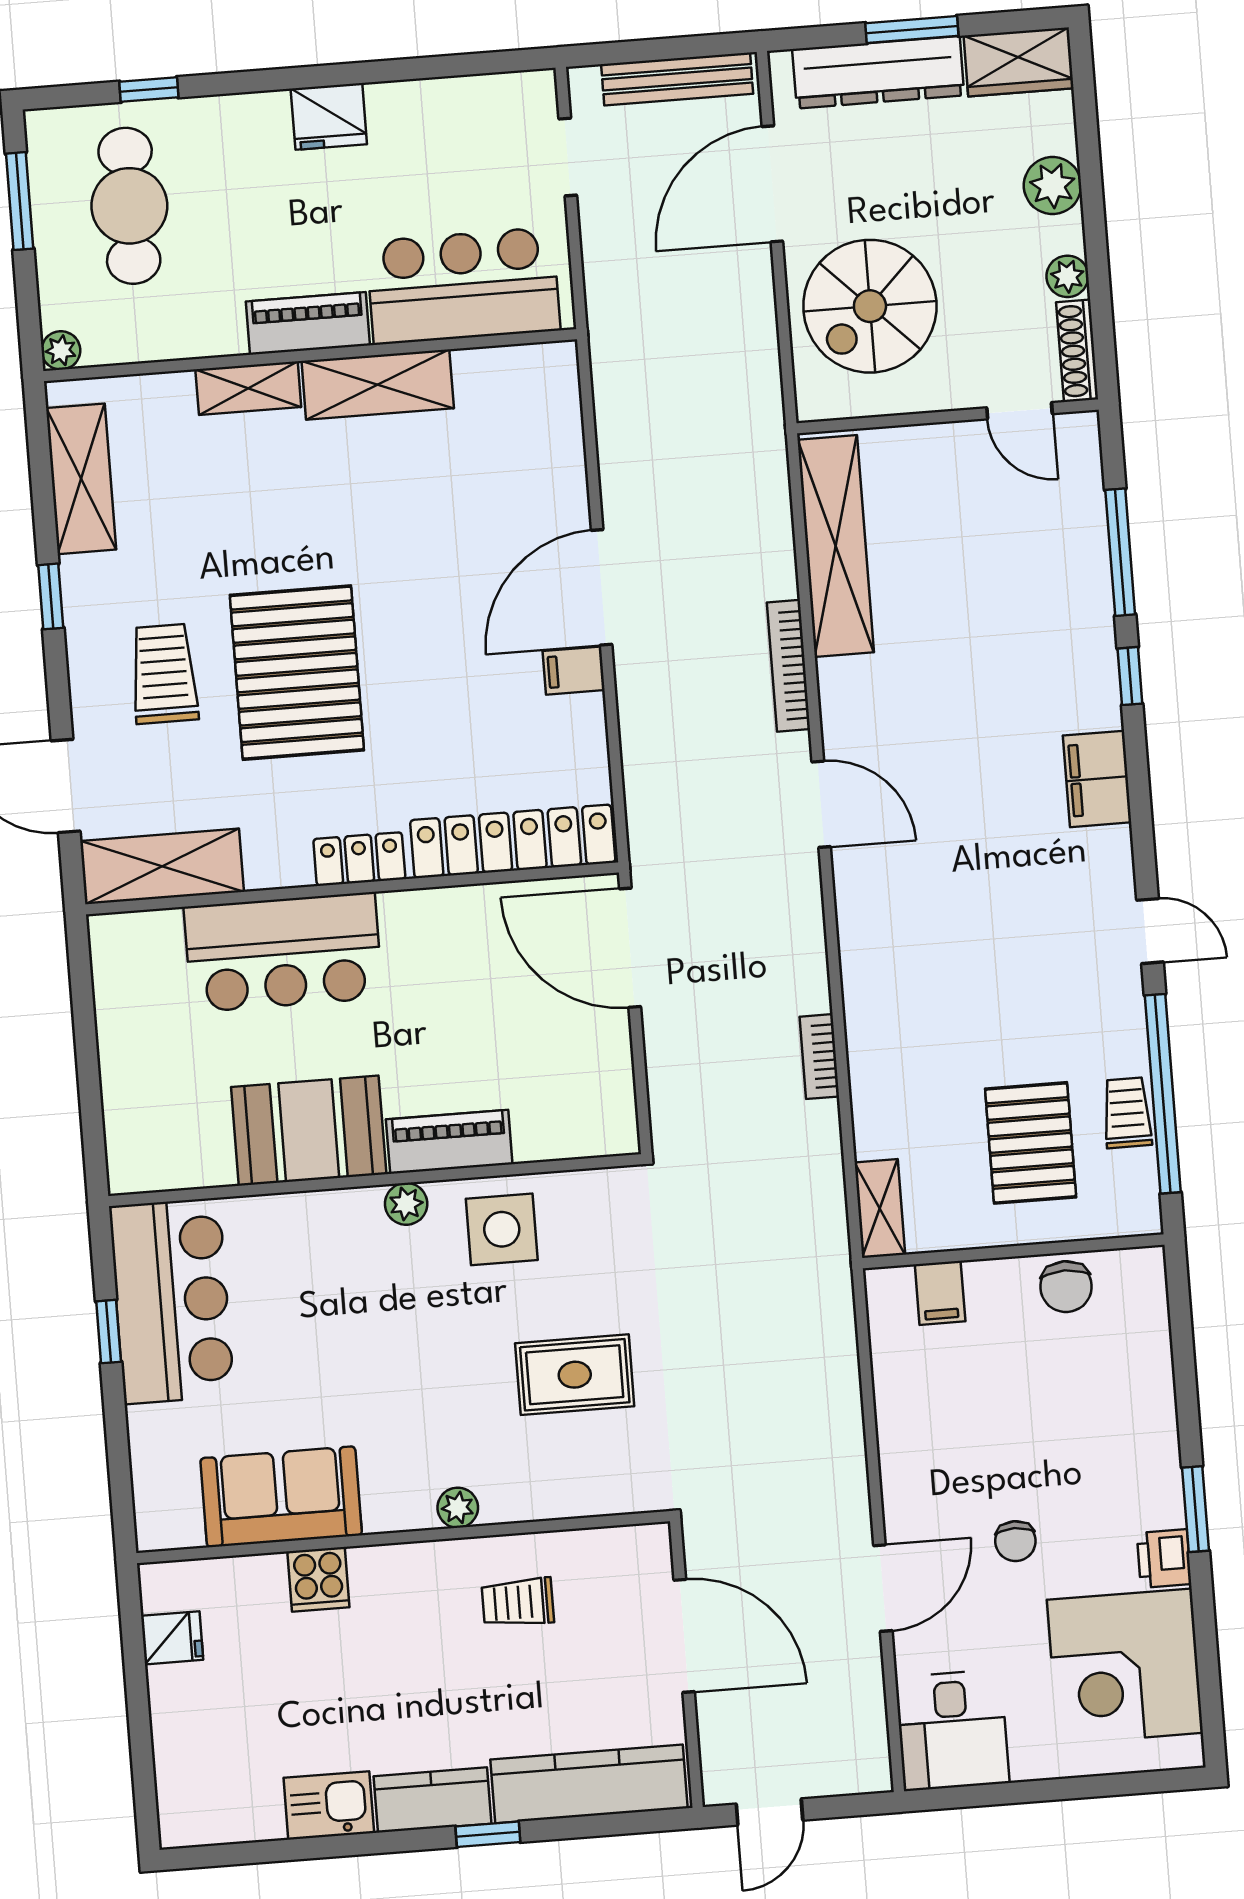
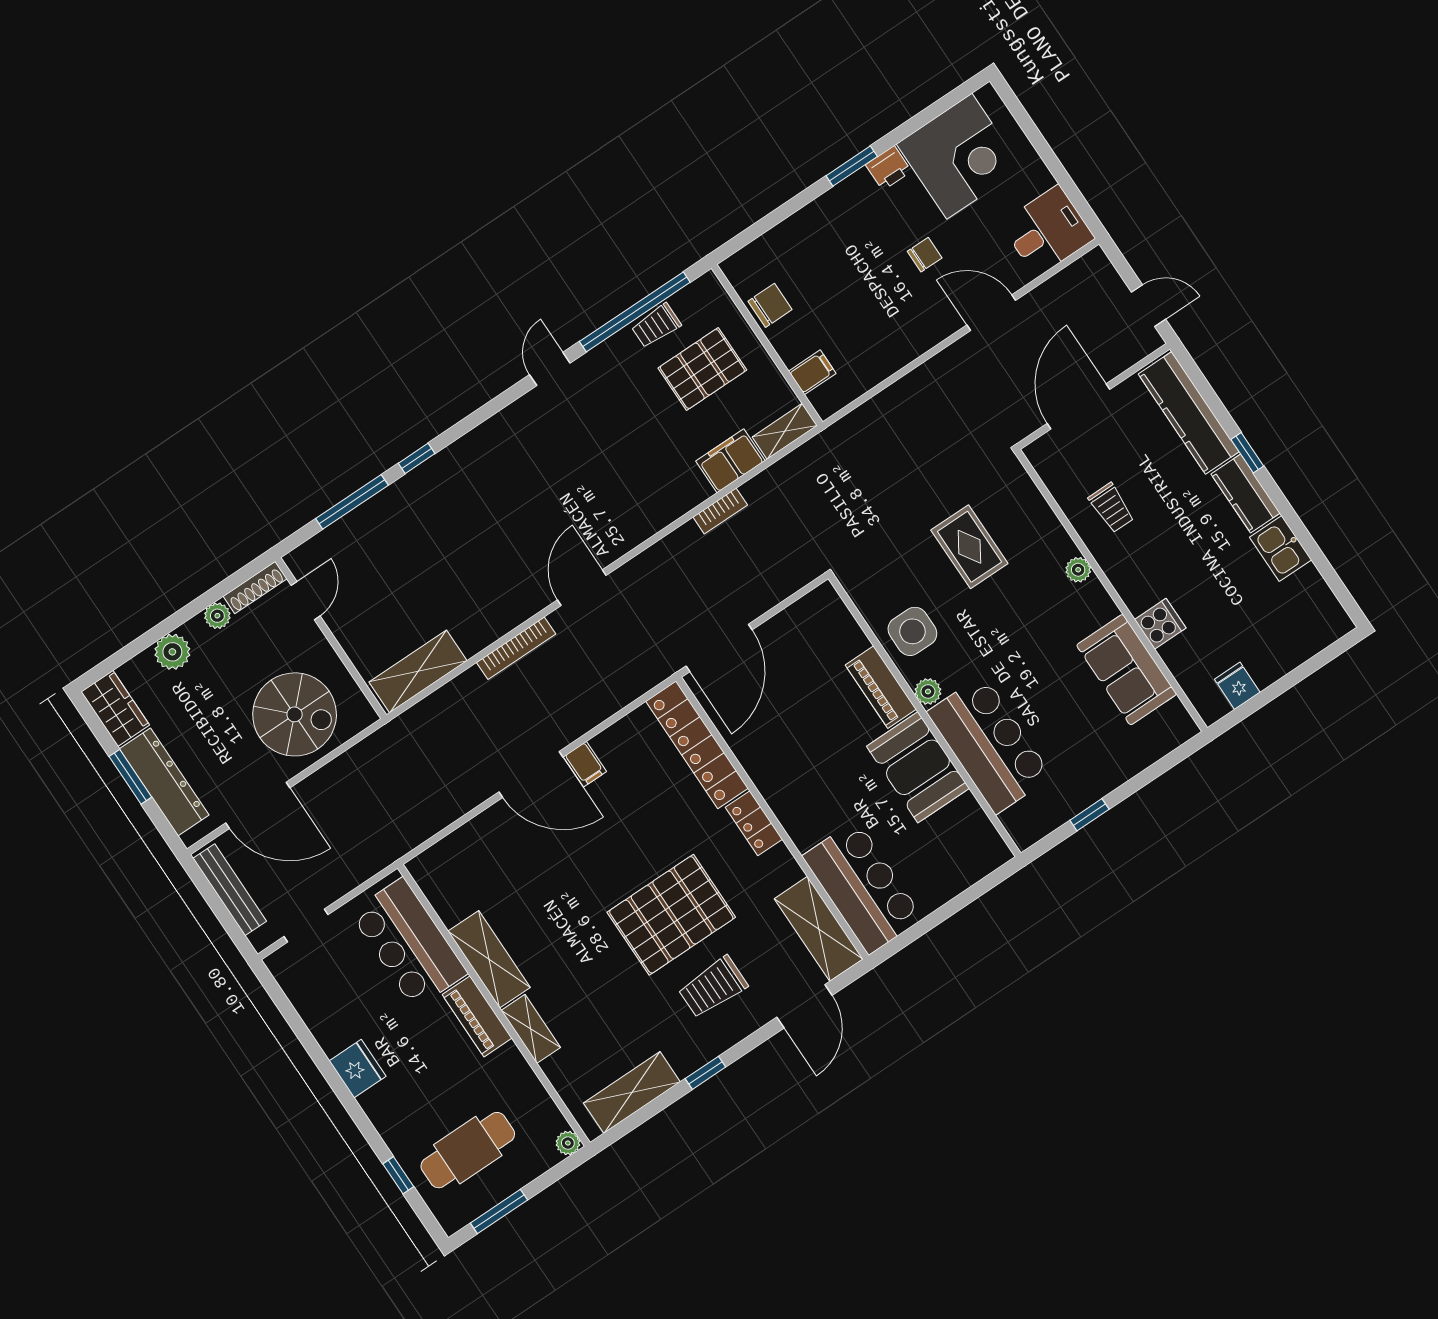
shelving: (836, 546) -> (418, 671), width x0.68
filing cabinet: (1097, 779) -> (730, 461), moved, turned 180
bar counter: (283, 952) -> (863, 887), moved
bar counter: (172, 1301) -> (989, 744), moved, turned 90

